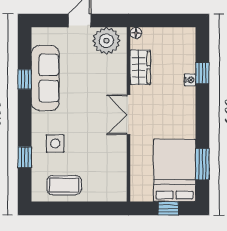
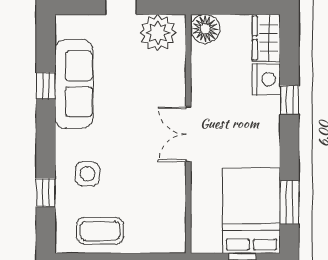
floor lamp: (136, 33) -> (205, 29), width x1.89, depth x1.89
wardrobe: (140, 67) -> (266, 38), moved, turned 180
window: (202, 73) -> (289, 100), moved
nightstand: (190, 80) -> (266, 79), width x1.89, depth x1.79

